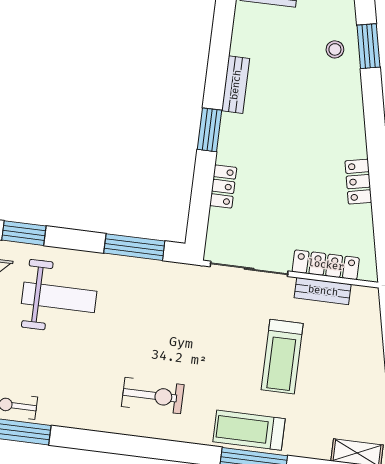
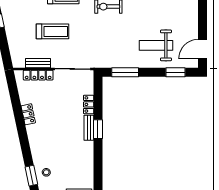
bench: (236, 85) -> (89, 128), moved
treadmill: (282, 357) -> (53, 31), turned 90

